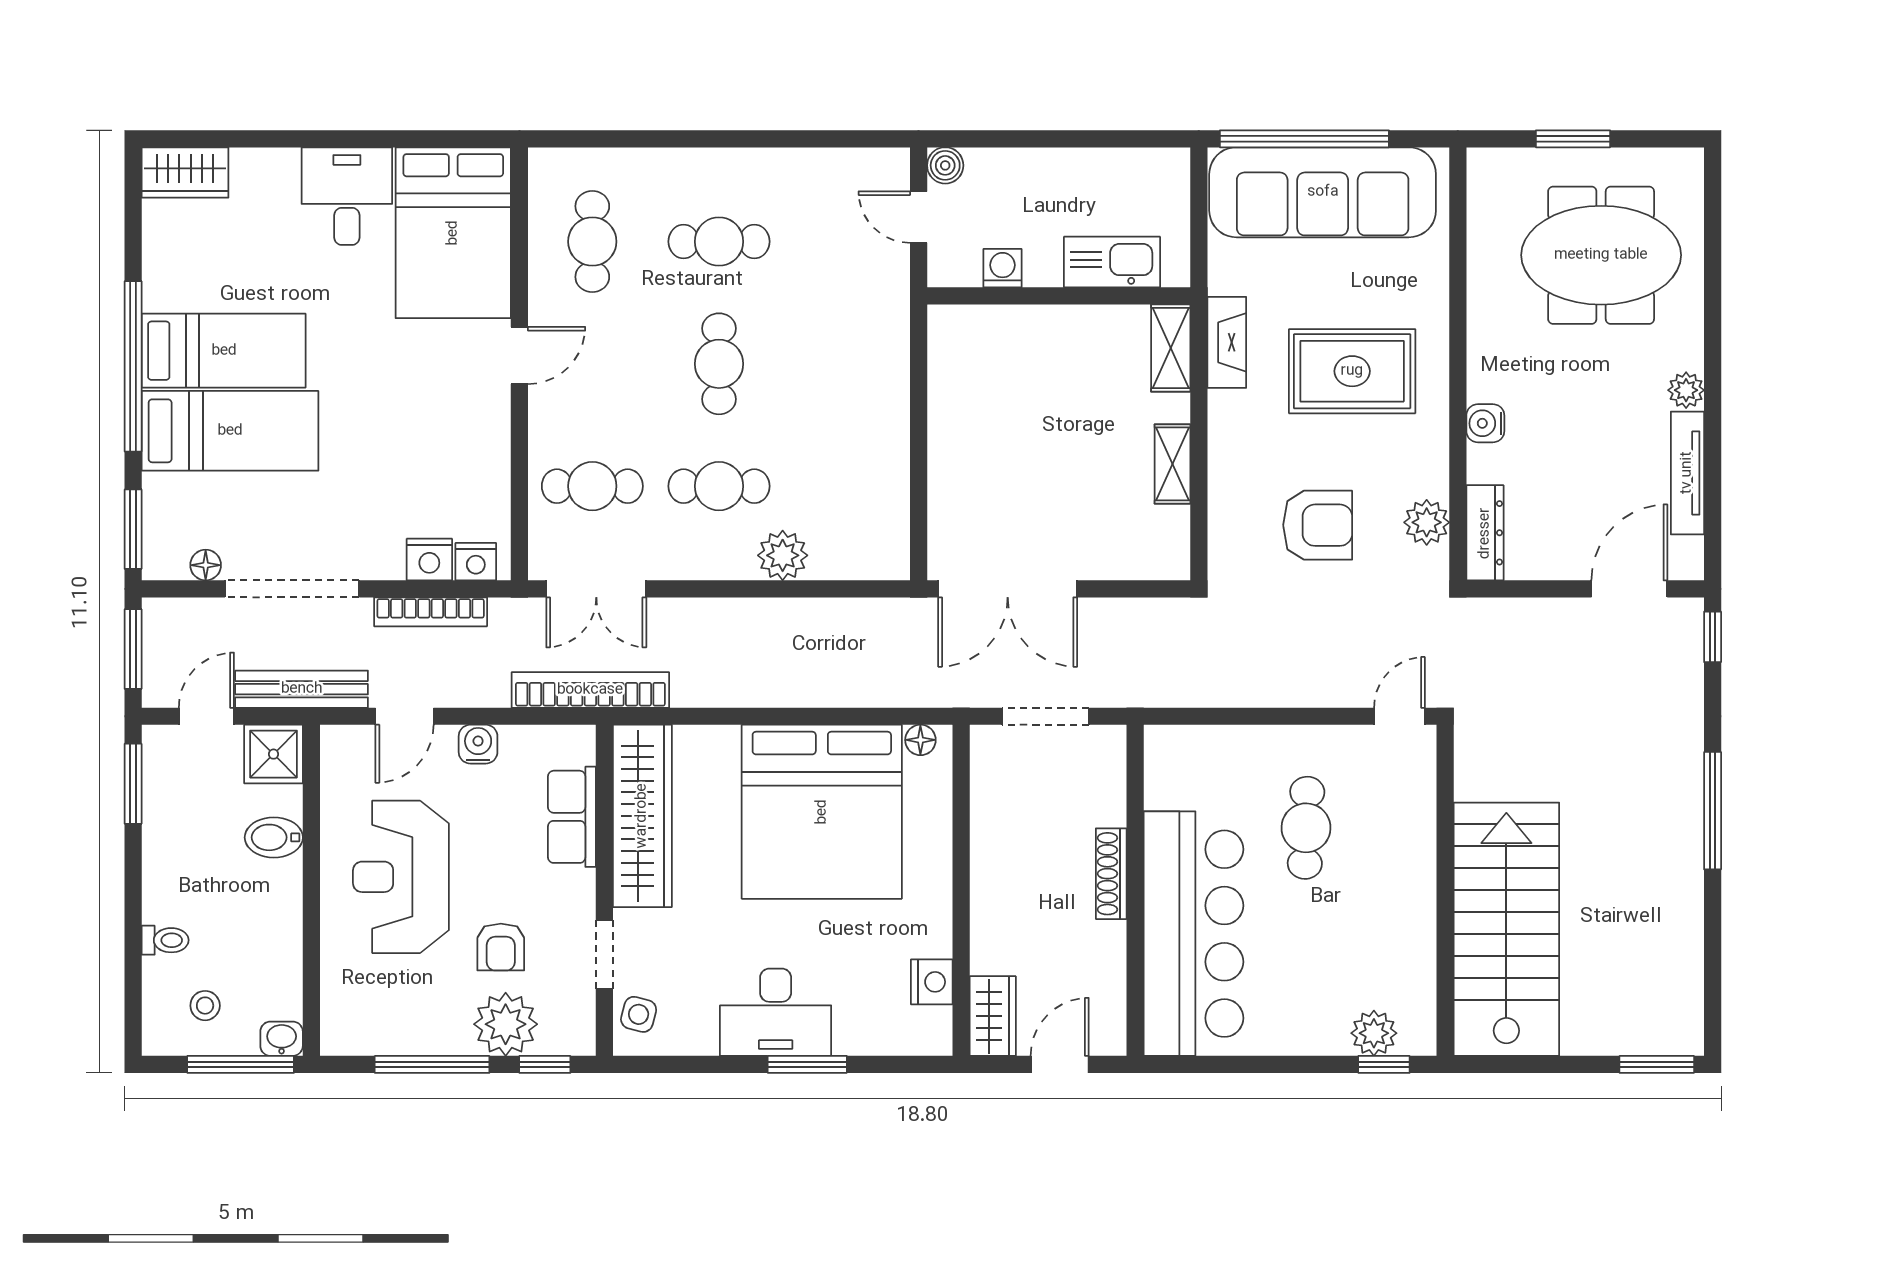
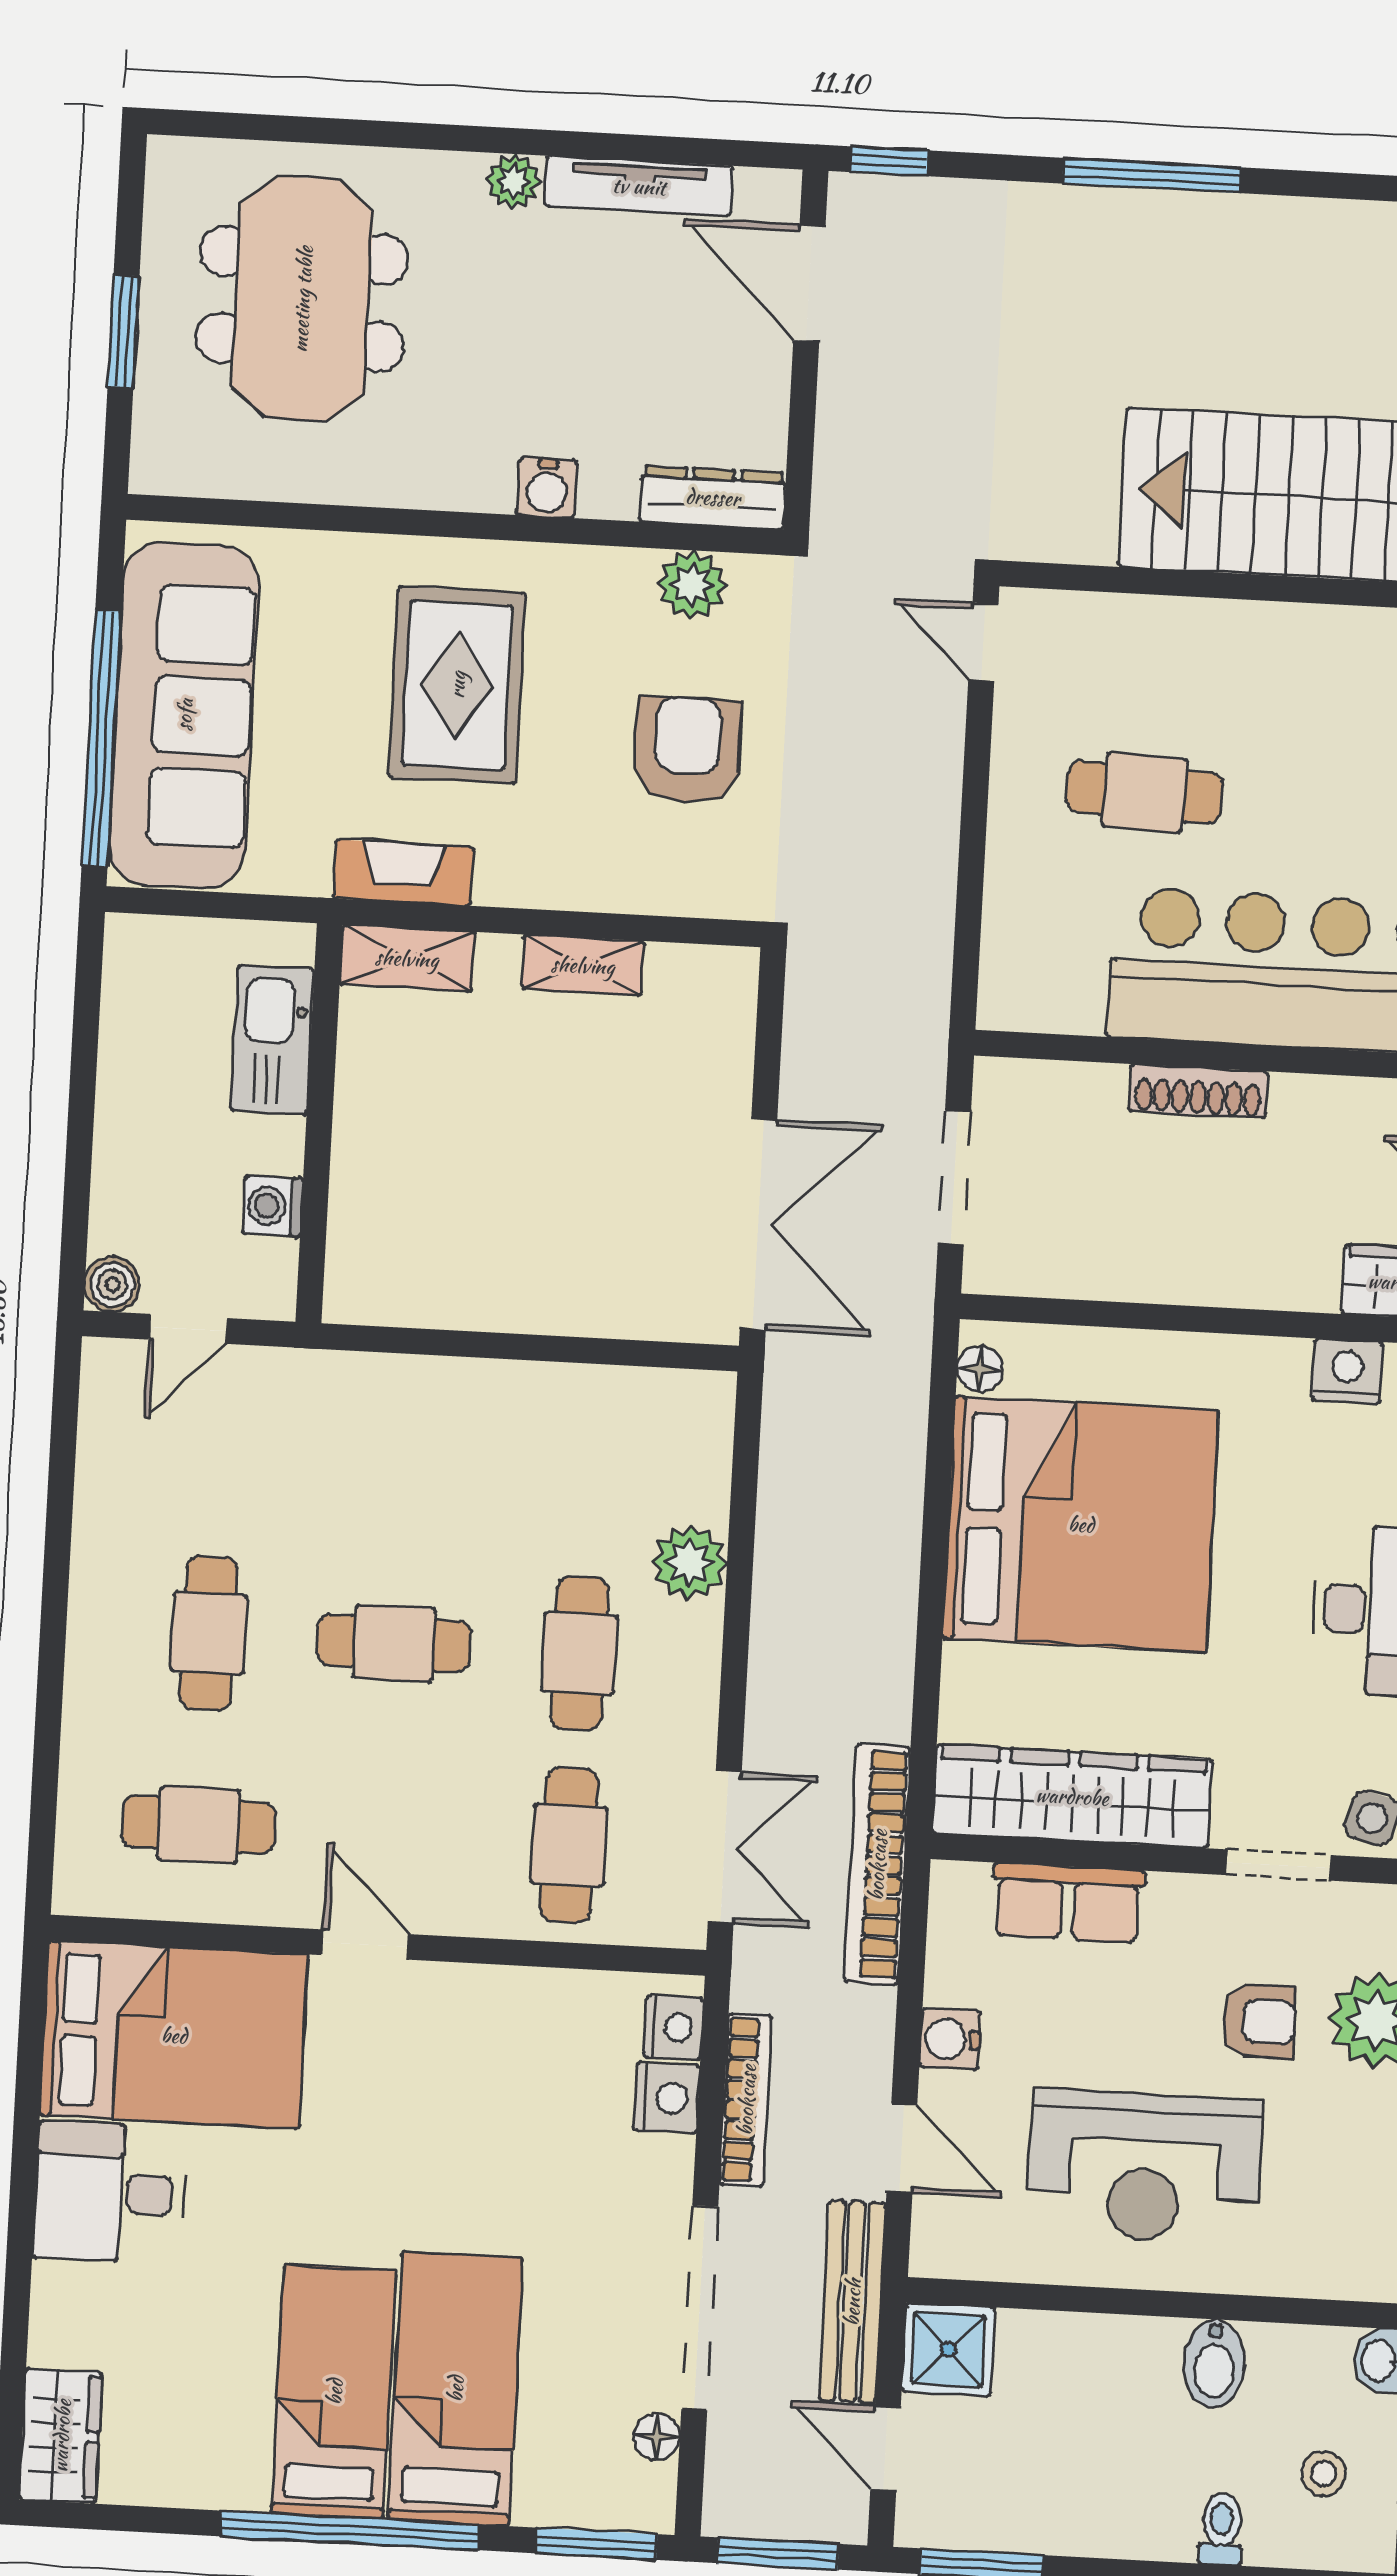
bidet: (274, 837) -> (1214, 2363), moved

